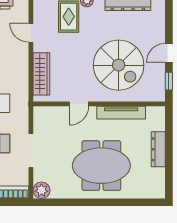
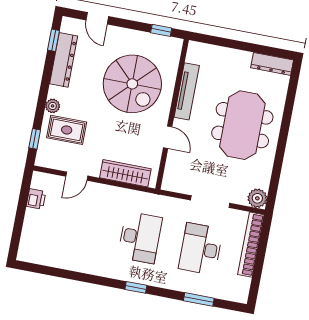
door: (169, 53) -> (97, 18), moved
spiral stairs: (119, 65) -> (132, 84), turned 90
dresser: (158, 149) -> (272, 64), moved

